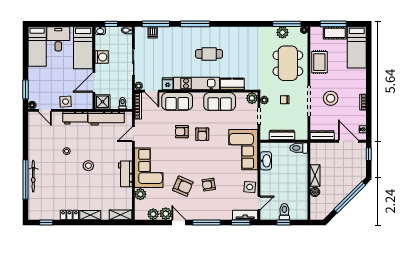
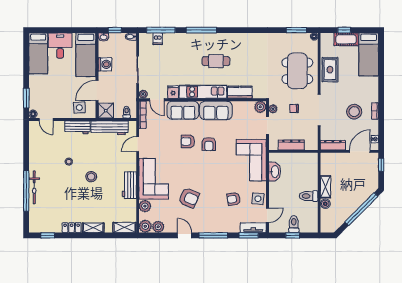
window: (287, 24) -> (296, 30), width x0.69
window: (333, 24) -> (344, 30), width x0.46
plant: (282, 32) -> (292, 39), removed
stool: (331, 98) -> (354, 112), moved
side table: (66, 102) -> (79, 108), moved
sofa: (220, 102) -> (216, 110), moved
door: (348, 141) -> (360, 151), hinge flipped
toilet: (299, 148) -> (309, 196), moved
armchair: (209, 185) -> (234, 199), moved
plant: (166, 214) -> (145, 226), moved

